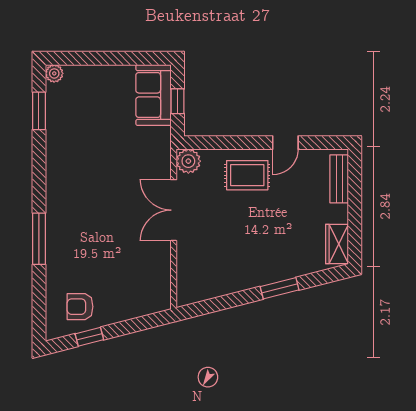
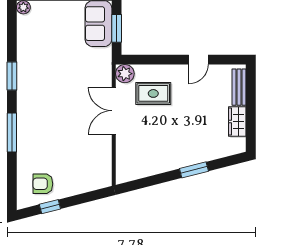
window: (177, 101) -> (117, 28), width x1.50
window: (39, 111) -> (12, 76), moved
rug: (247, 175) -> (153, 93), moved
wardrobe: (337, 244) -> (237, 122), moved

